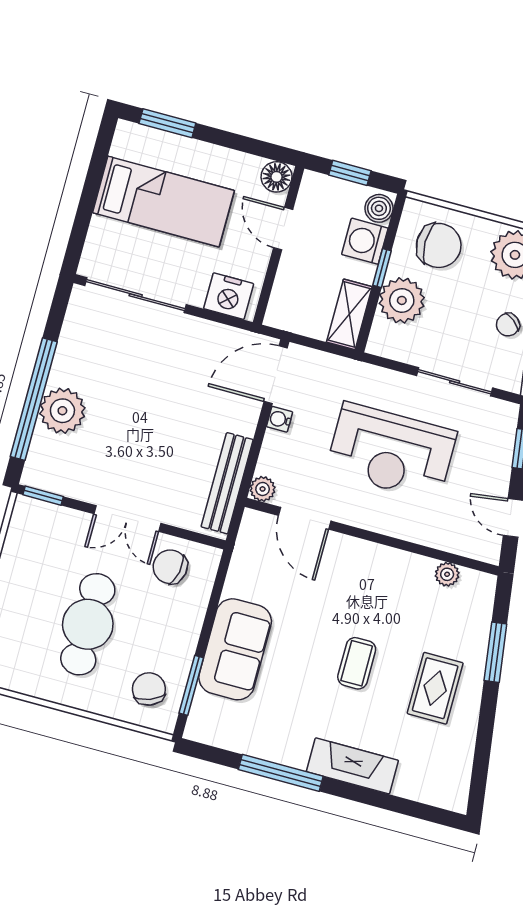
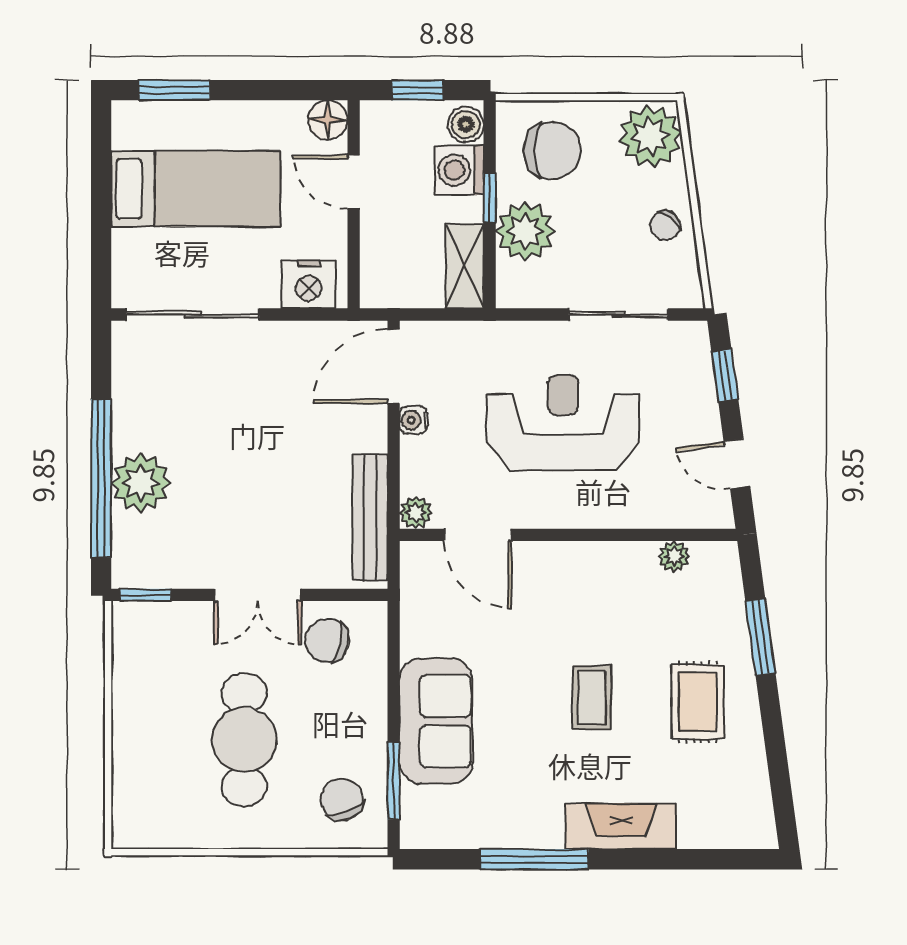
reception desk: (391, 452) -> (563, 423), turned 180

